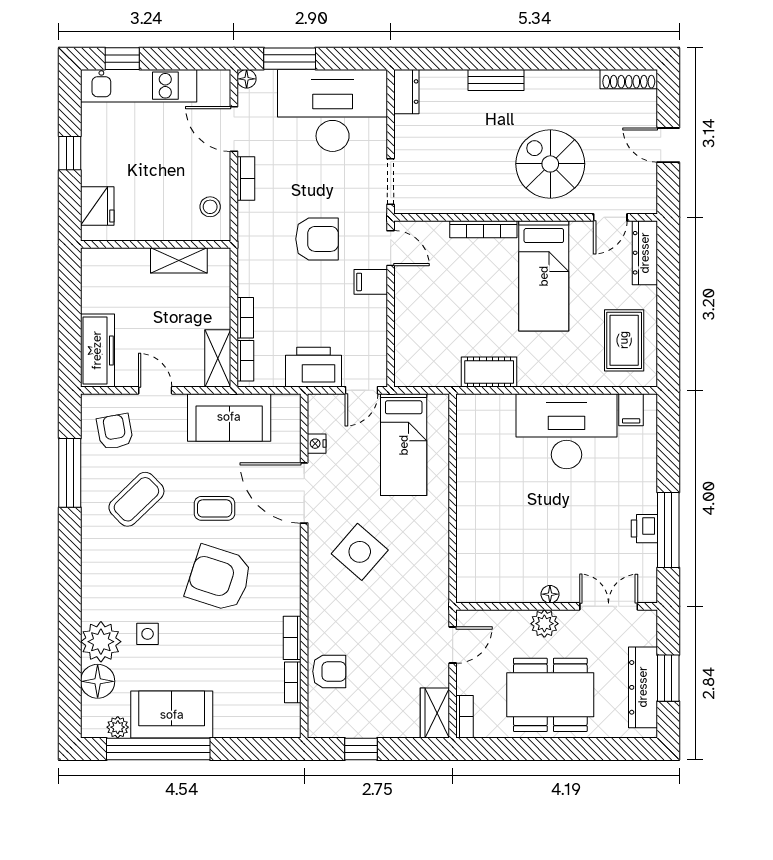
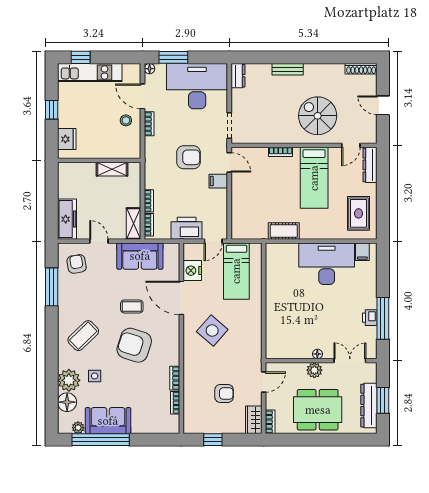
stool: (210, 207) -> (126, 120), moved
bookcase: (483, 229) -> (281, 152), width x0.64
nightstand: (317, 444) -> (192, 271), width x1.89, depth x1.79
coffee table: (136, 499) -> (83, 336), moved
armchair: (329, 671) -> (224, 393), moved

